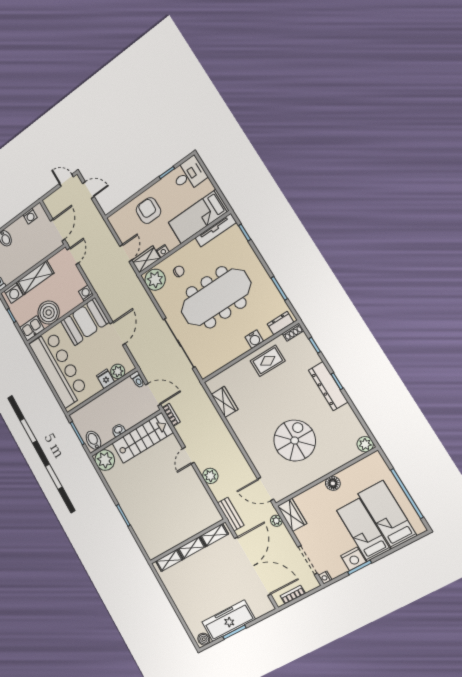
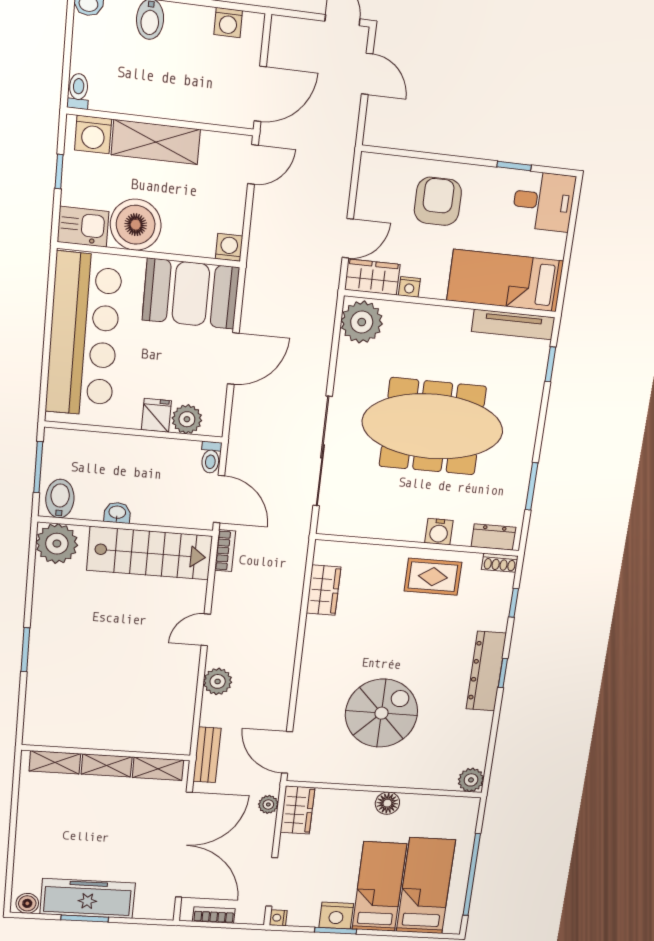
chair: (179, 271) -> (409, 340), removed

